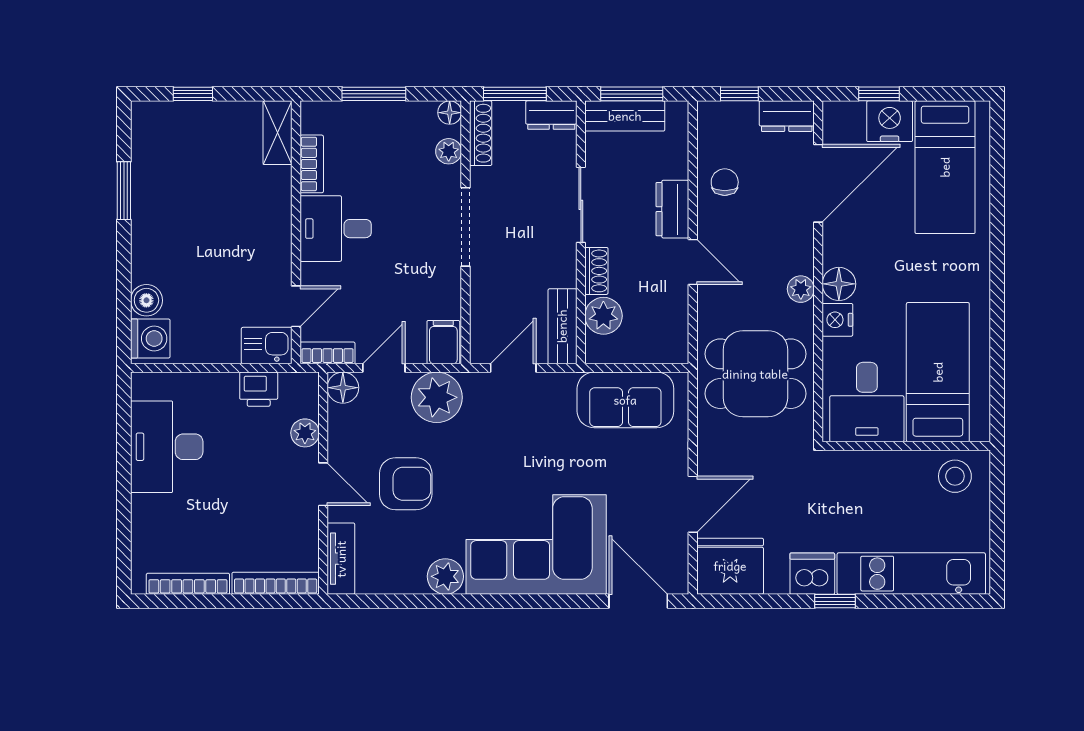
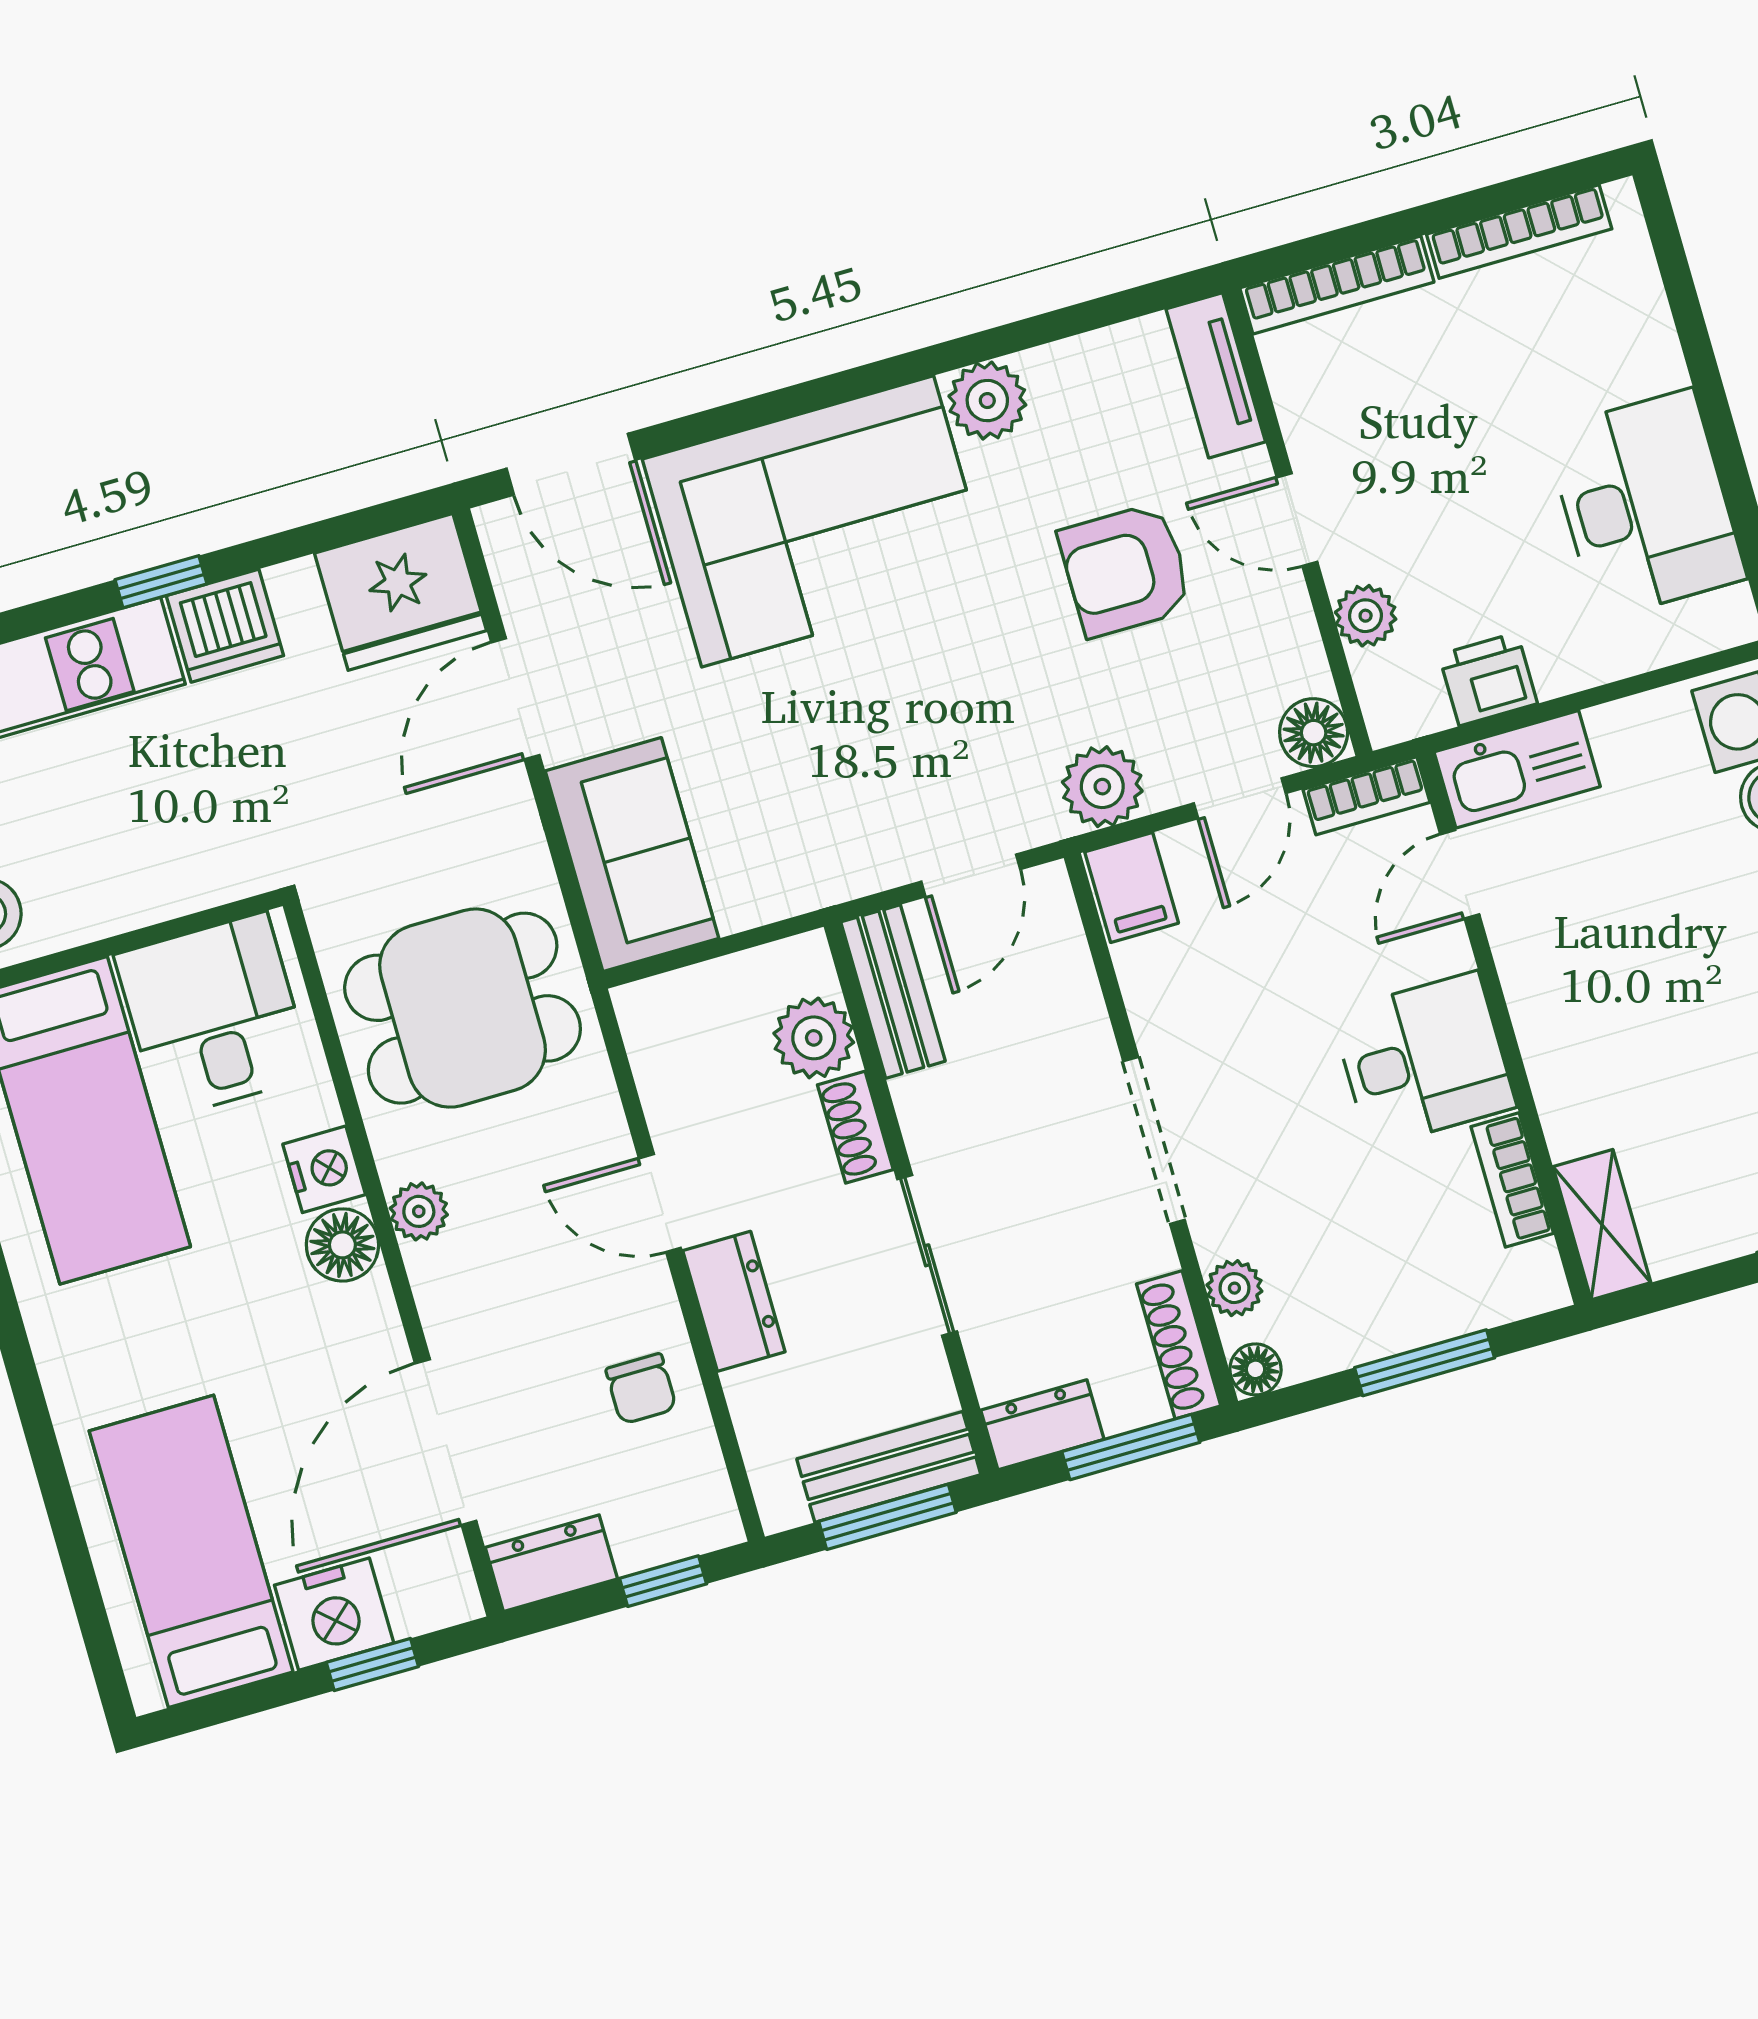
kitchen sink: (267, 346) -> (1517, 769), width x1.38
plant: (437, 397) -> (1102, 787), width x0.73, depth x0.73
sofa: (625, 400) -> (632, 855), moved, turned 90

